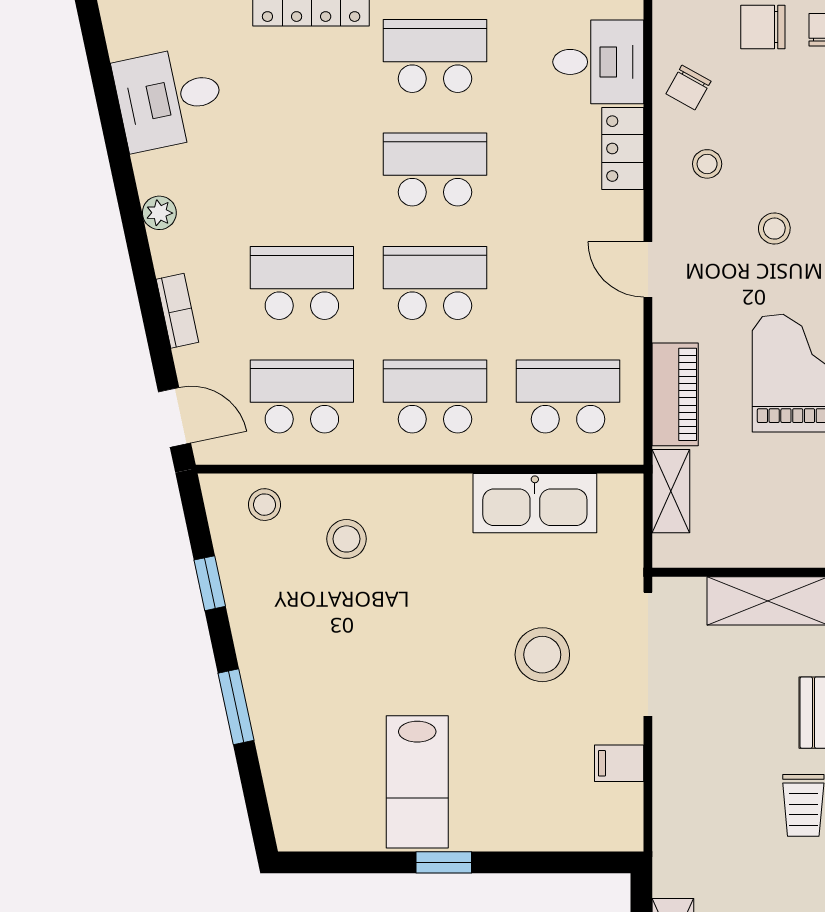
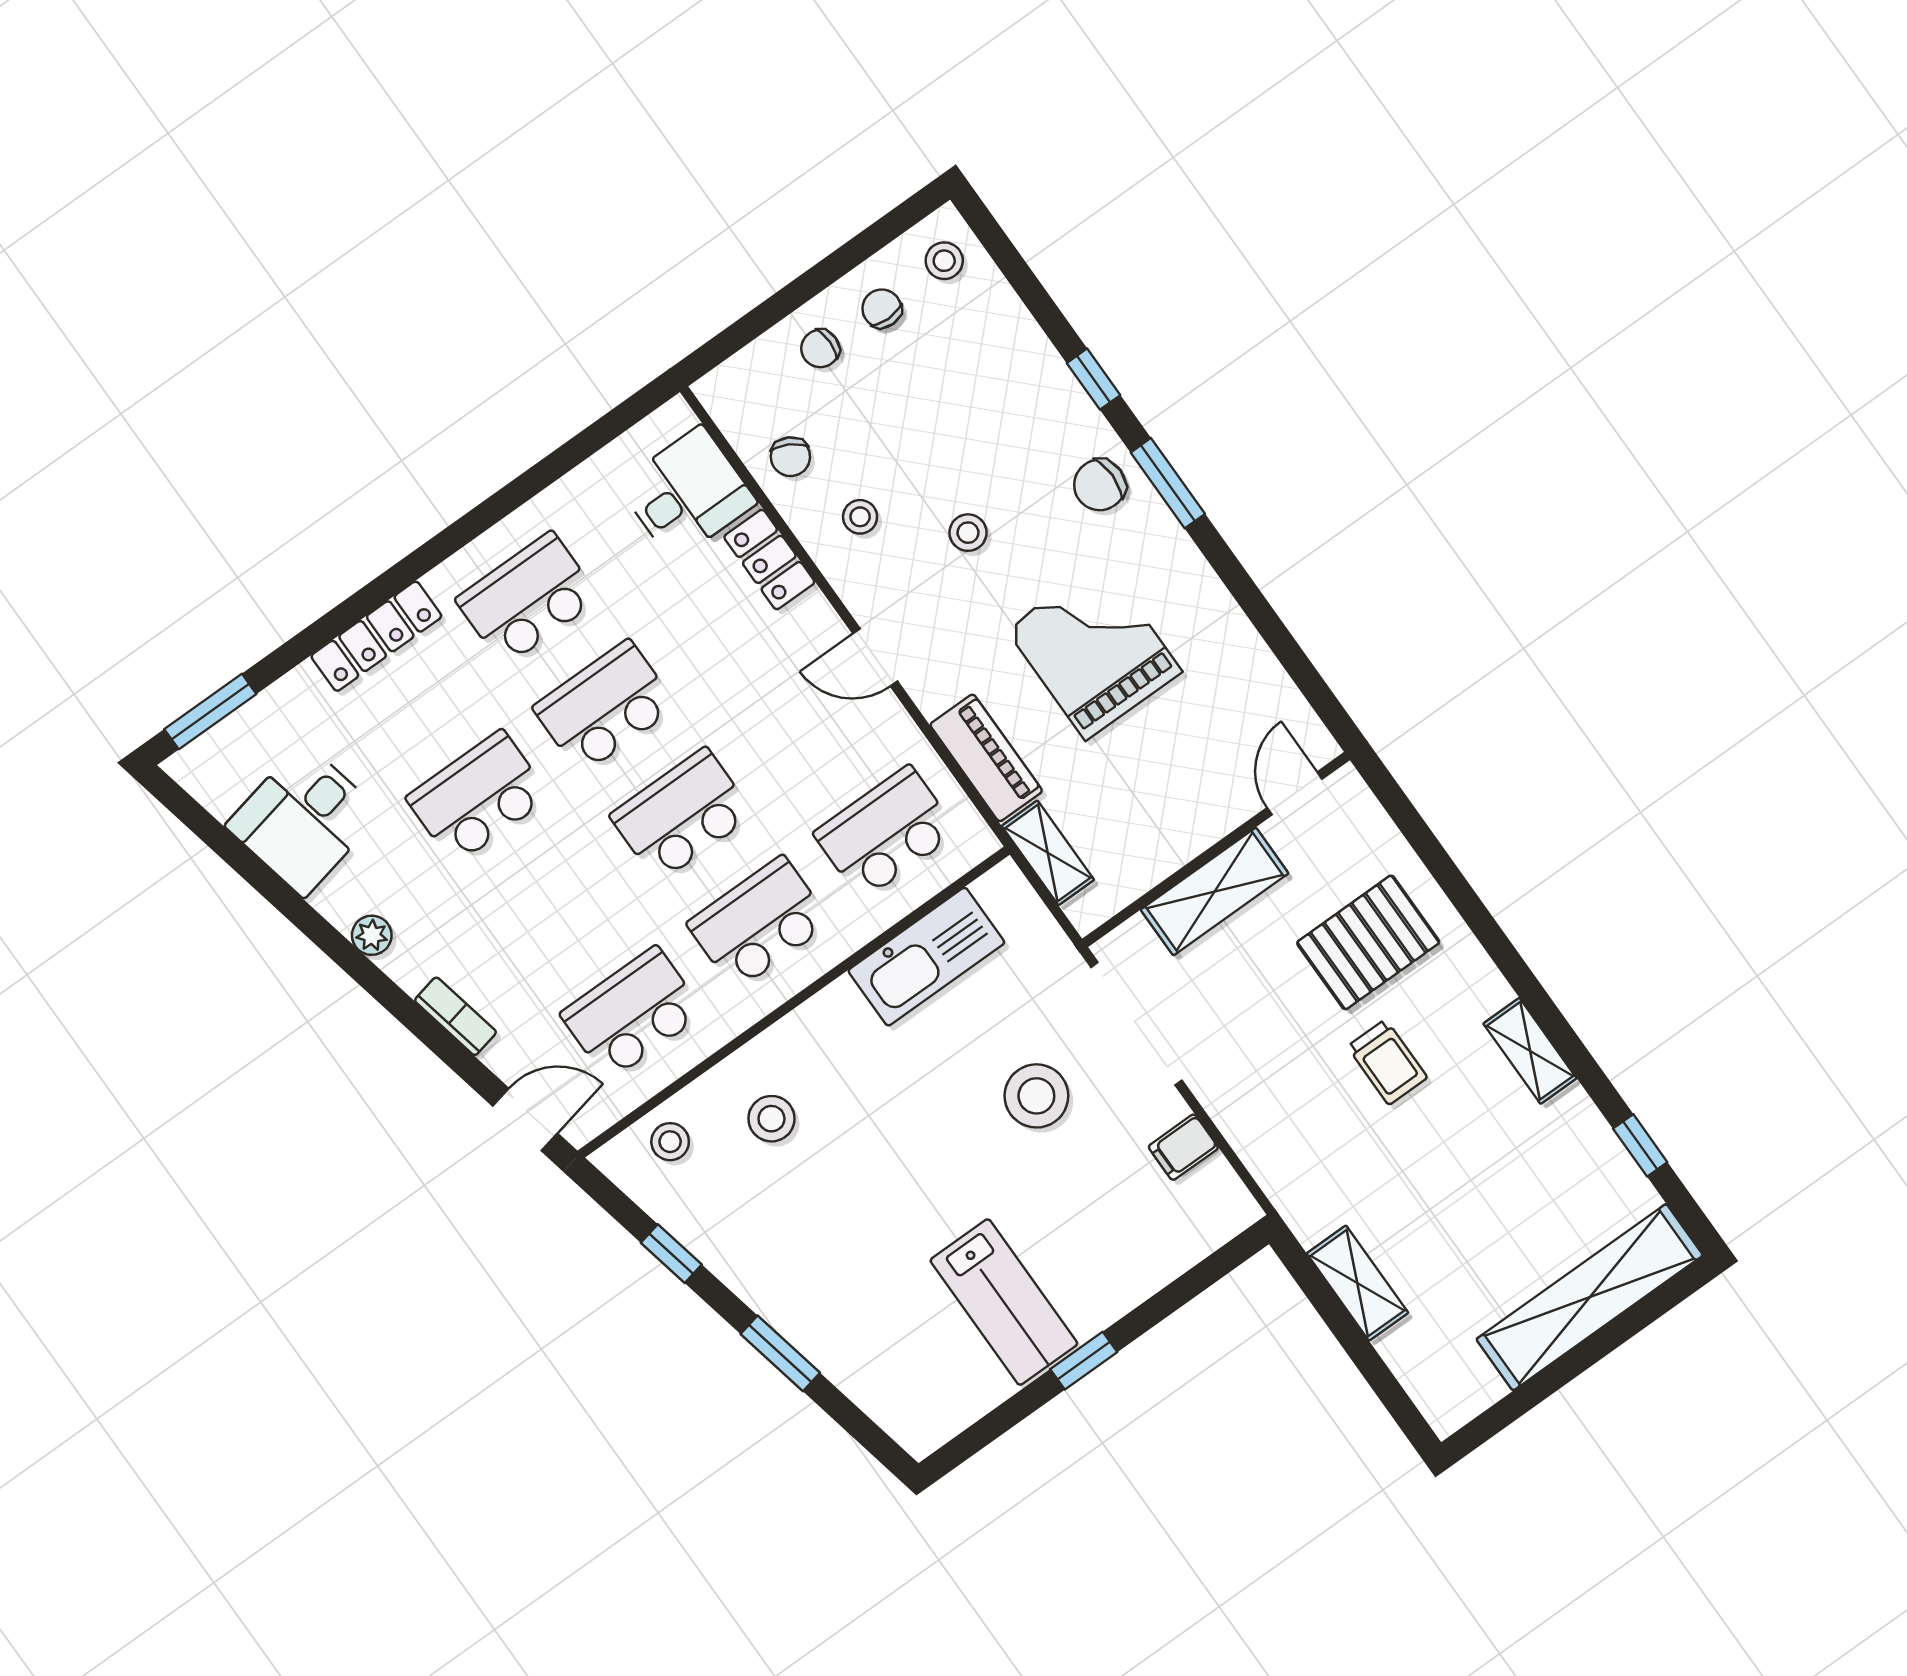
chair: (763, 27) -> (820, 349), width x0.73, depth x0.73
school desk: (302, 283) -> (478, 797), moved

